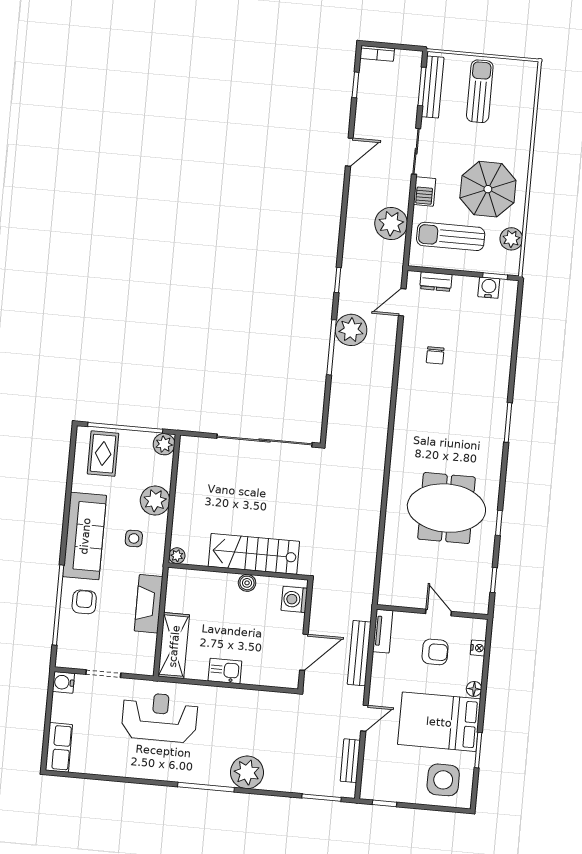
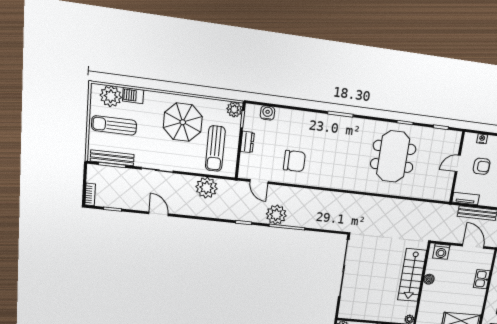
plant: (521, 88) -> (111, 96), added
barbecue: (424, 191) -> (133, 95), moved, turned 180
plant: (511, 239) -> (234, 109), moved
dresser: (436, 282) -> (247, 142), moved
water cooler: (489, 288) -> (267, 113), moved, turned 90
chair: (435, 355) -> (294, 161), width x1.87, depth x1.87
armchair: (435, 652) -> (482, 166), turned 90
kitchen sink: (225, 671) -> (482, 279), moved

